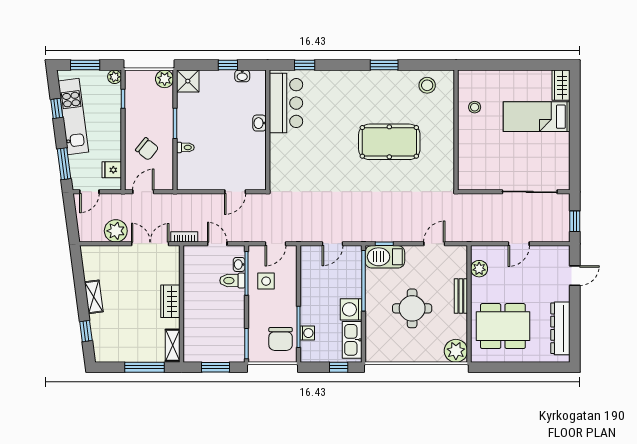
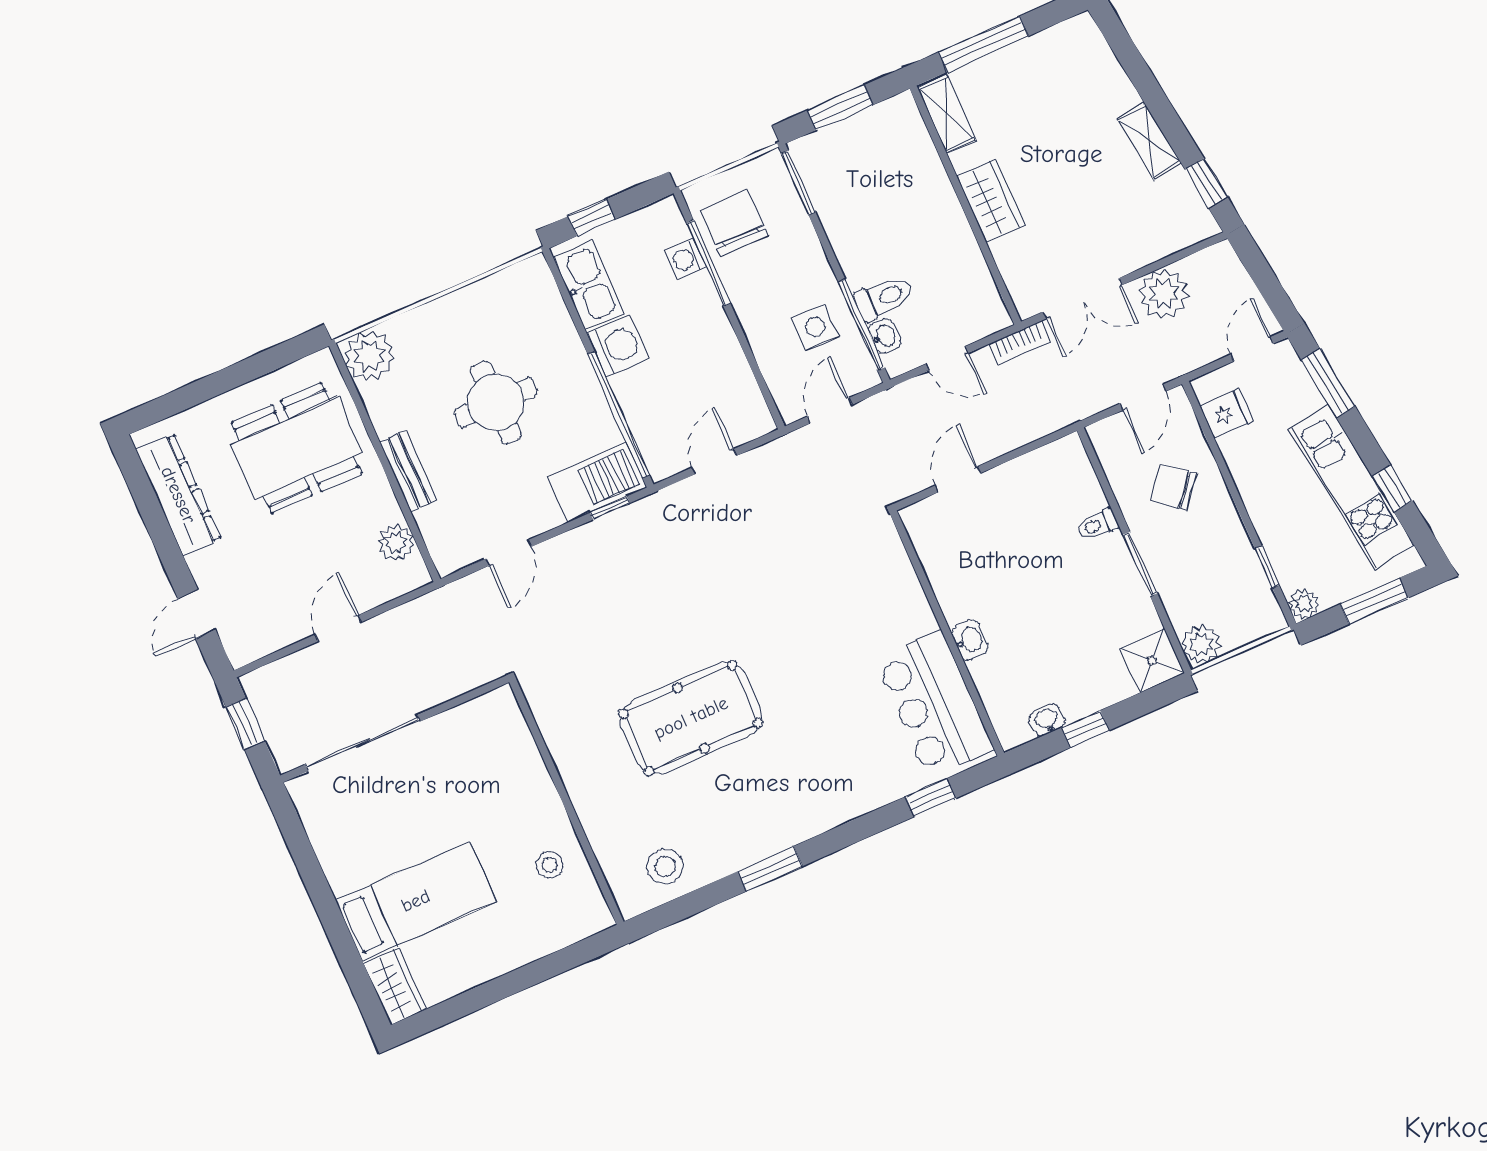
window: (86, 331) -> (1206, 183), moved

